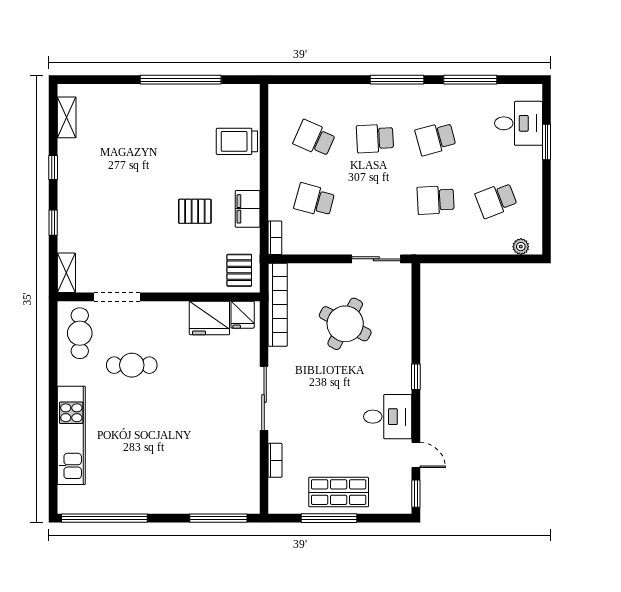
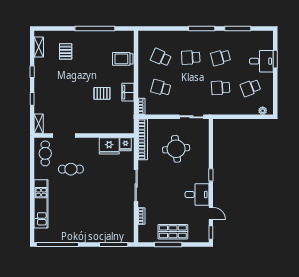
desk: (518, 123) -> (261, 61), moved
pallet: (239, 270) -> (66, 51), moved
round table: (345, 324) -> (176, 149), turned -34

